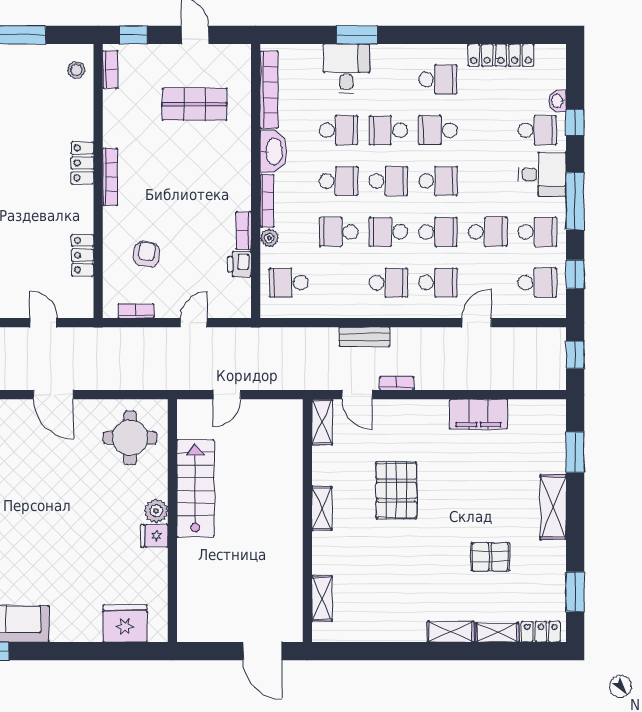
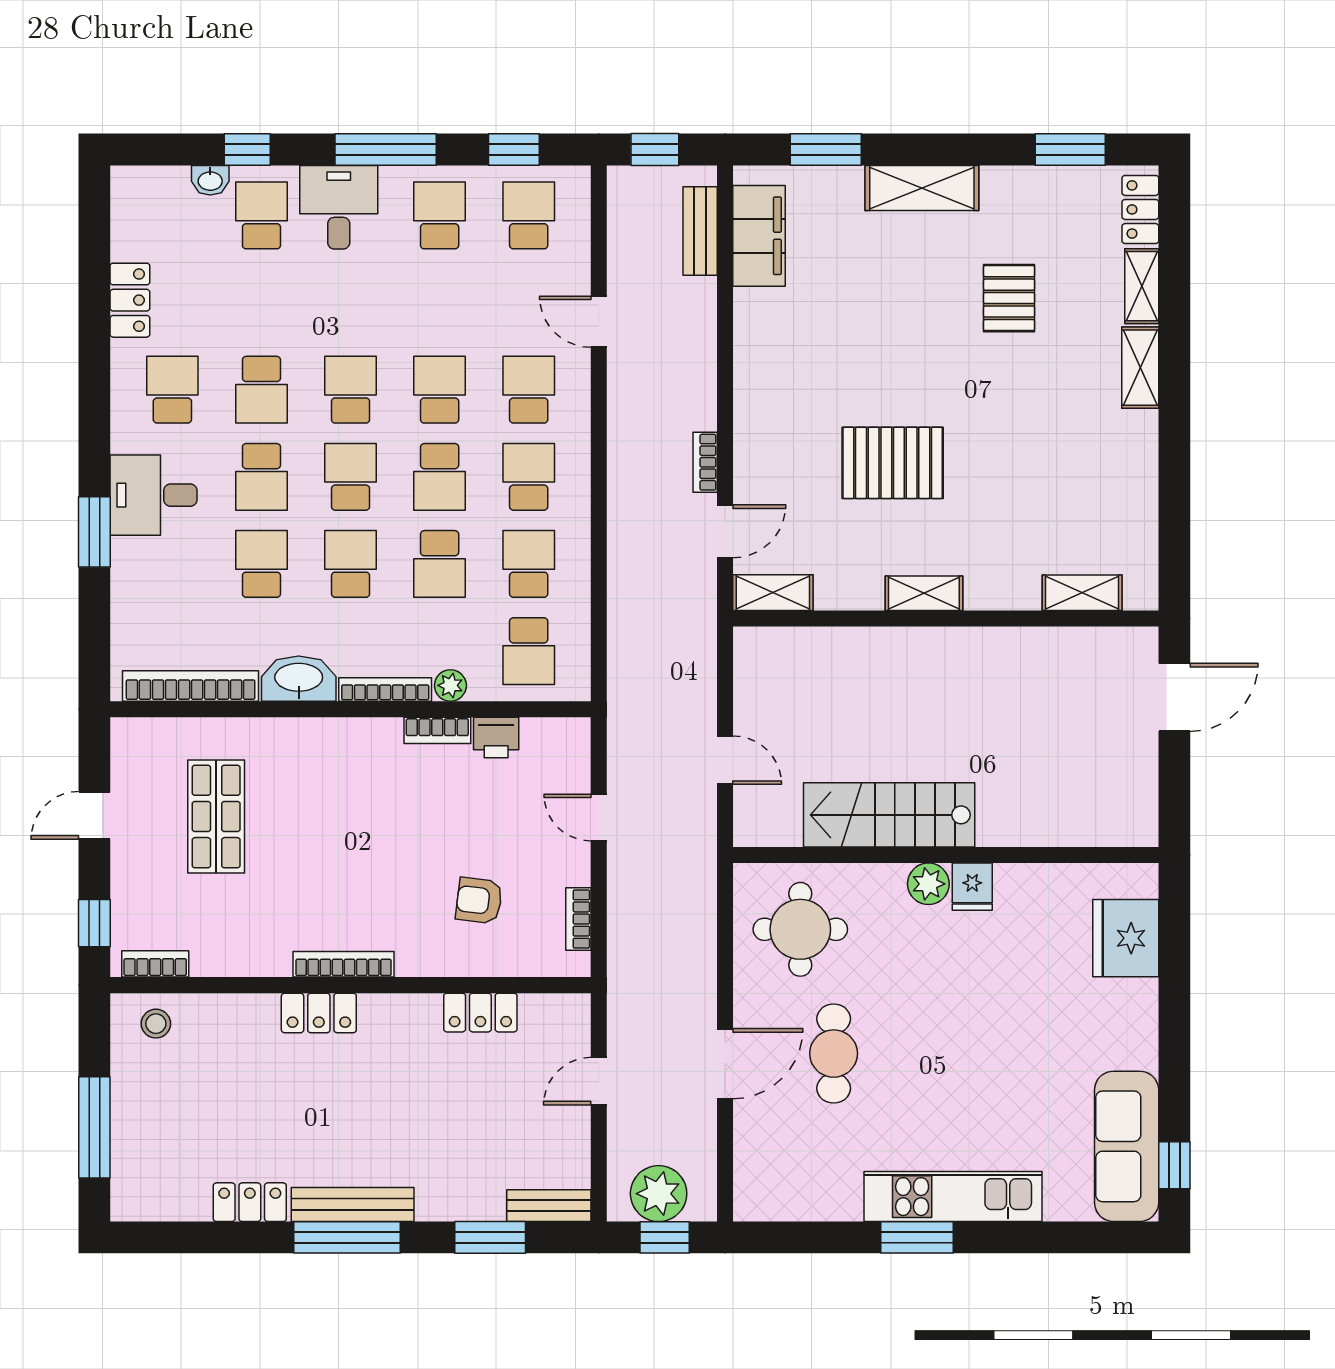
locker: (501, 55) -> (130, 300), width x0.66
desk: (346, 69) -> (153, 495), moved
school desk: (488, 232) -> (529, 564), moved
bench: (364, 337) -> (700, 231), moved
filing cabinet: (479, 414) -> (759, 236), moved
cafe table: (59, 457) -> (834, 1054), added

